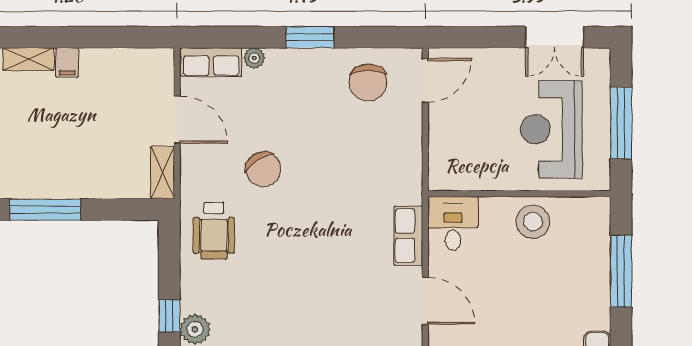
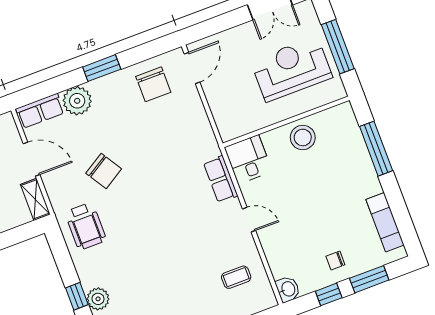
plant: (254, 58) -> (77, 101), width x1.88, depth x1.88
reception desk: (551, 129) -> (291, 69), turned 90
door: (425, 301) -> (249, 220), width x0.73

